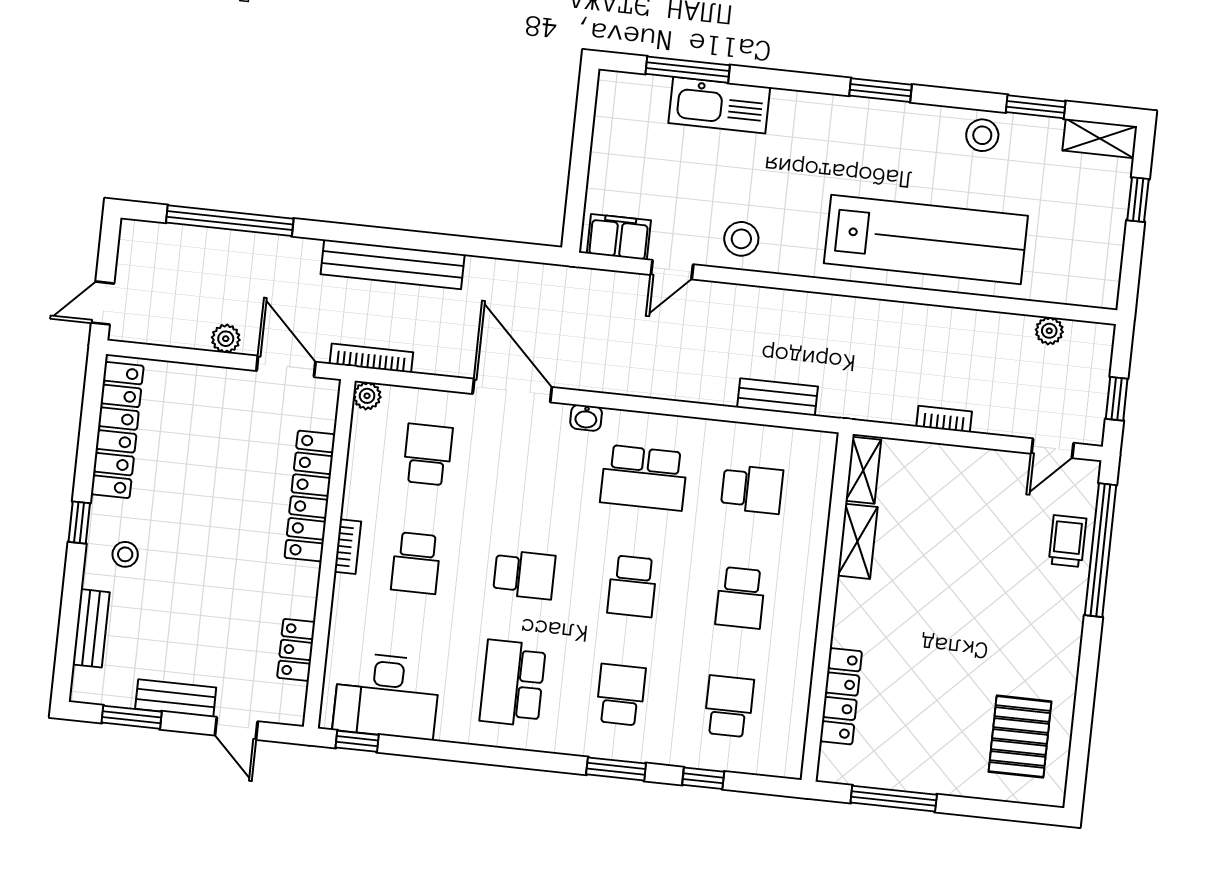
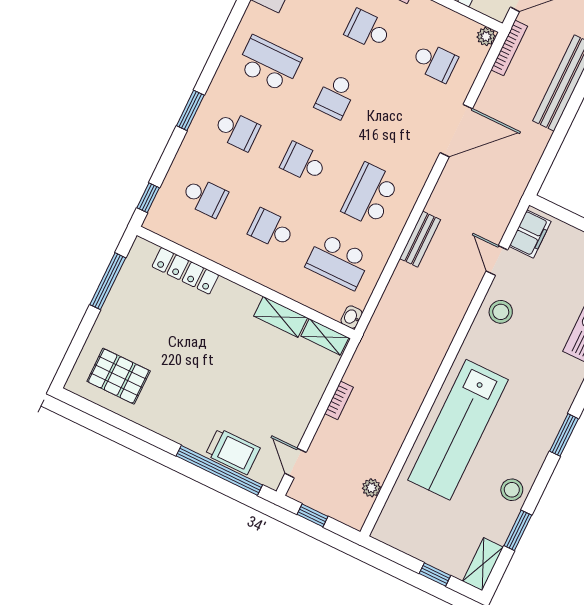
bench: (777, 397) -> (420, 239), moved
washbasin: (586, 418) -> (352, 317), moved
school desk: (752, 489) -> (338, 261), width x1.85
trolley: (1068, 541) -> (233, 451), width x1.36, depth x1.39
window: (703, 778) -> (148, 198), moved

